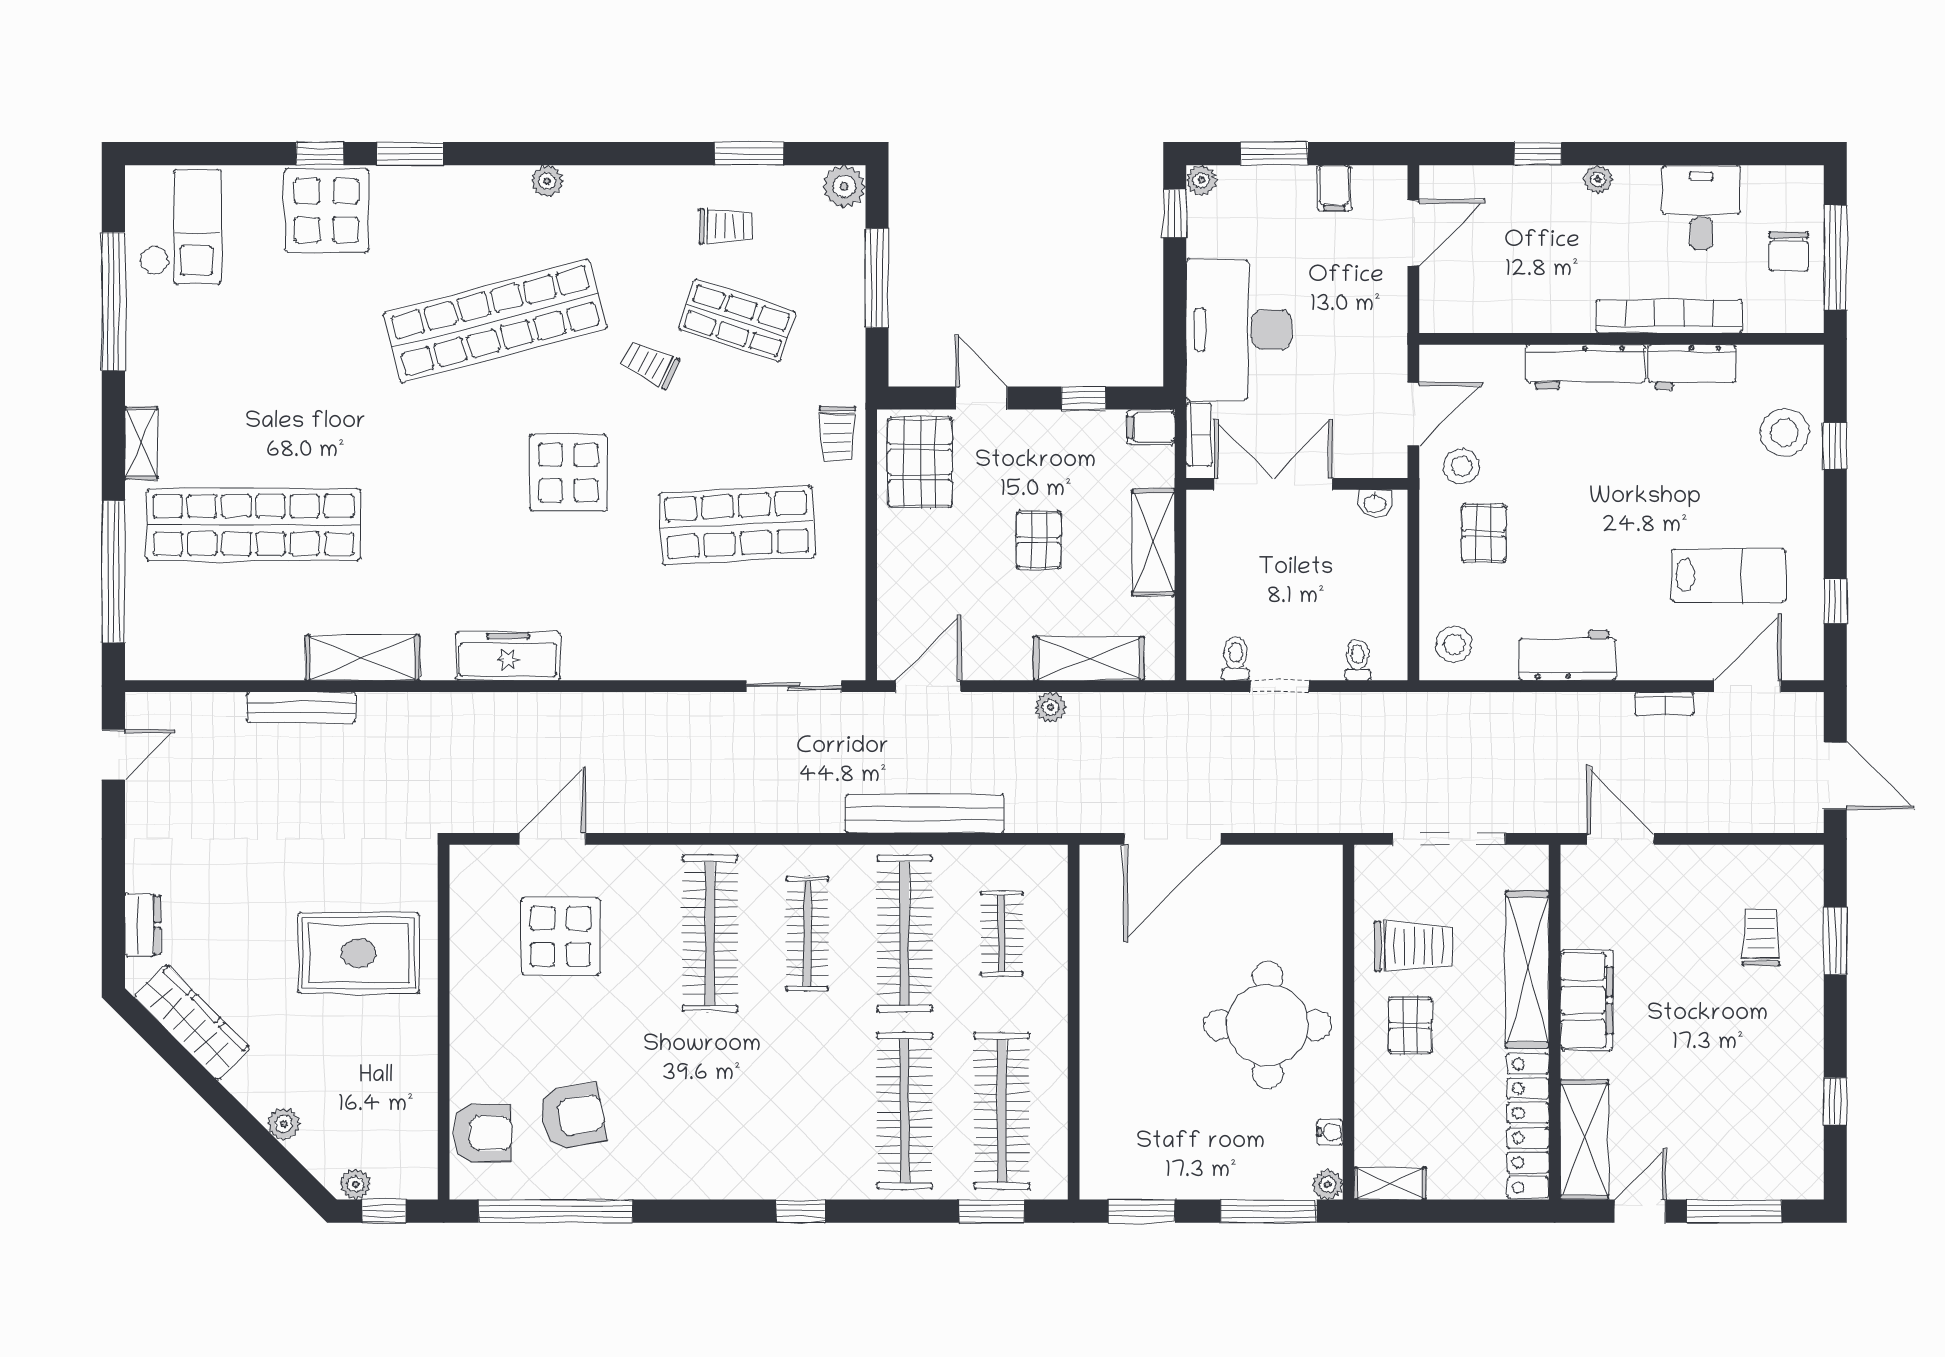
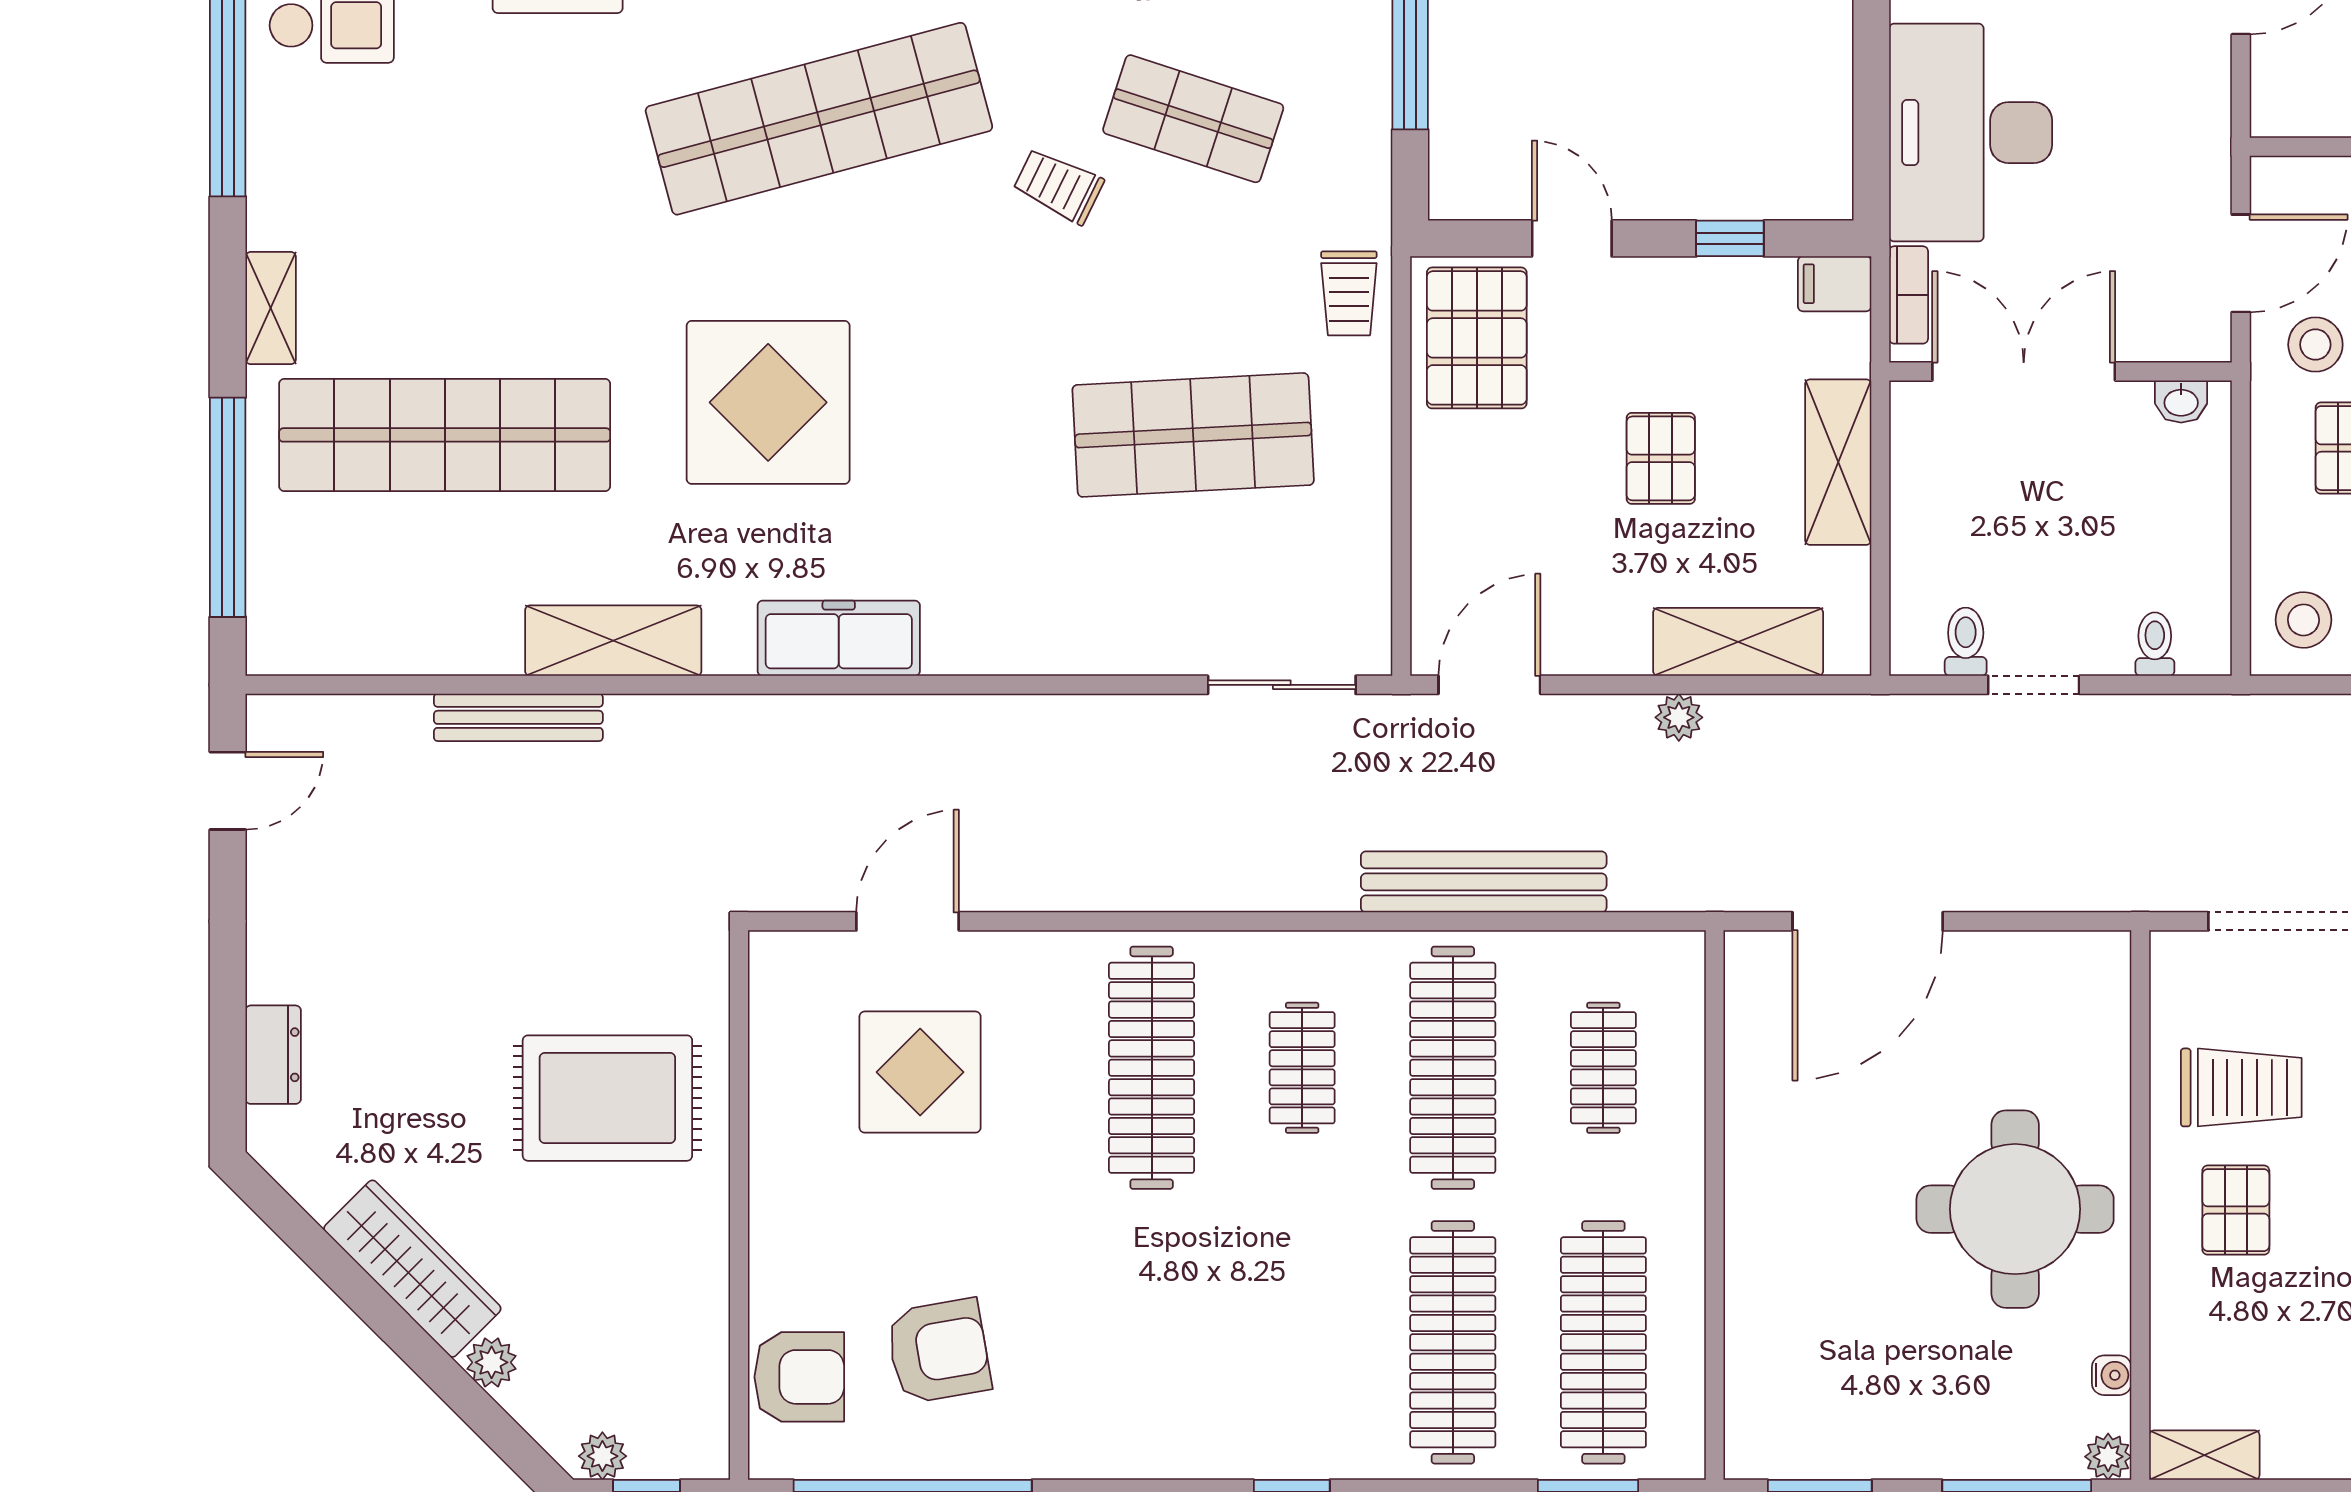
display table: (568, 473) -> (768, 402), moved, width x1.36, depth x1.36
clothes rail: (807, 934) -> (1302, 1068), width x0.73
wardrobe: (192, 1022) -> (412, 1269), moved

